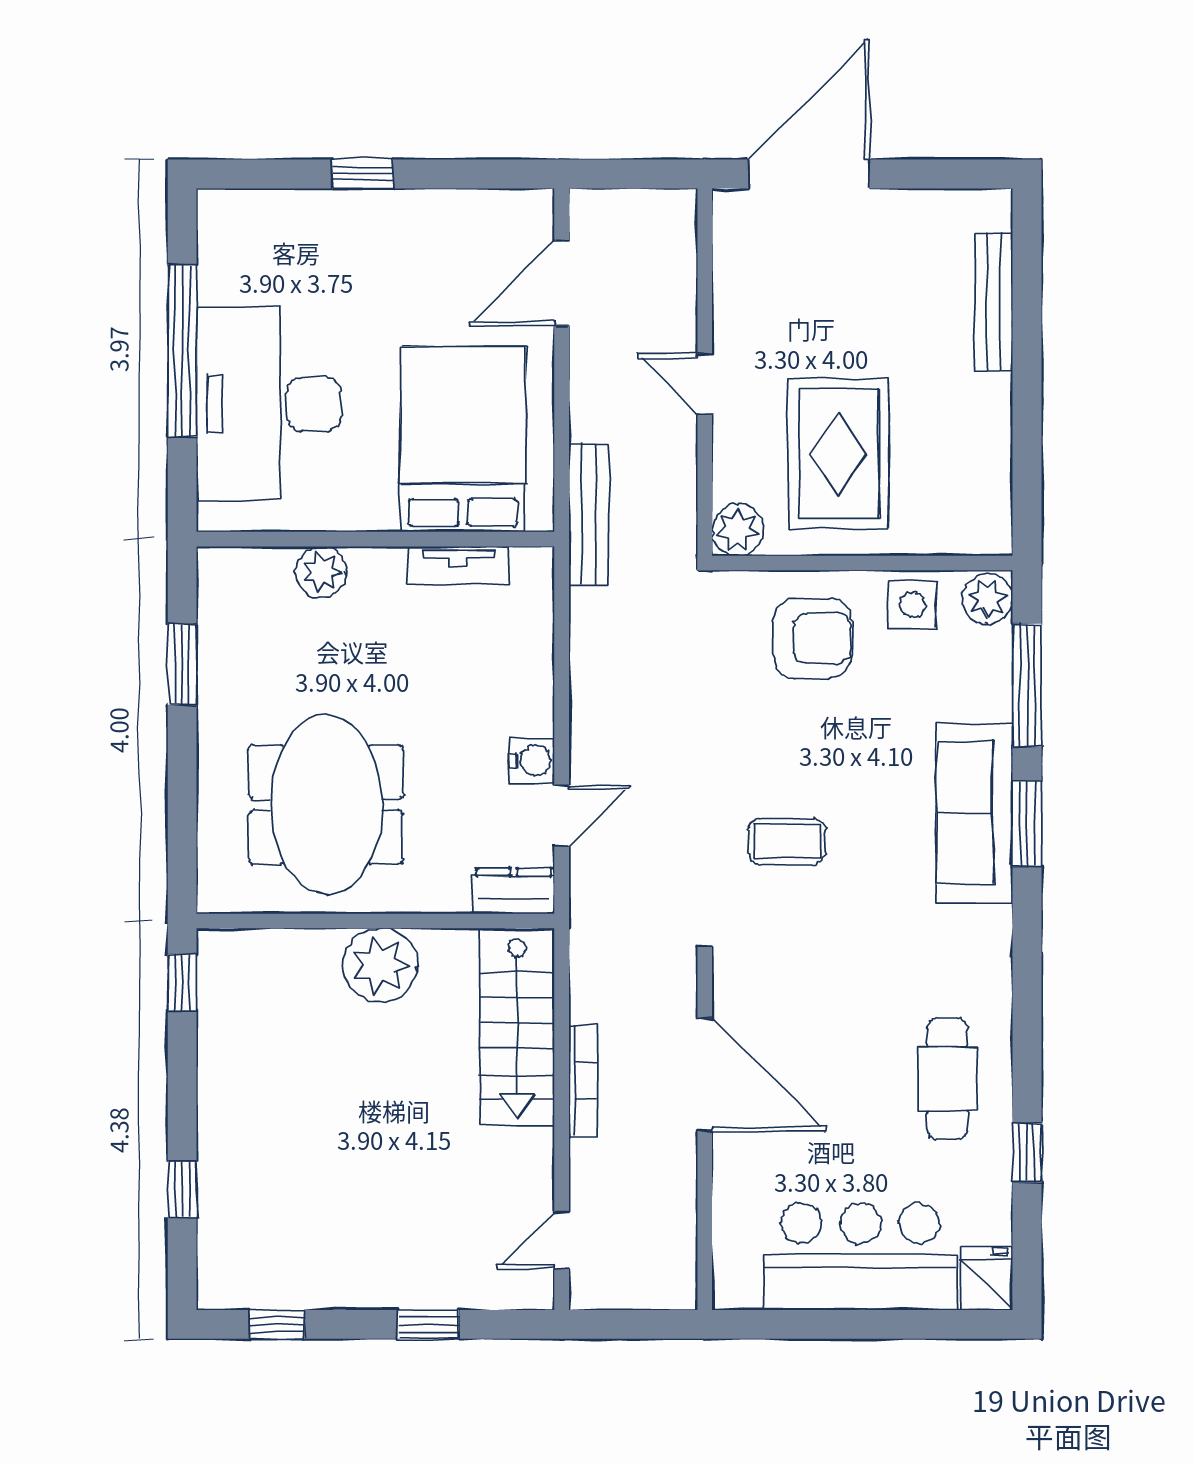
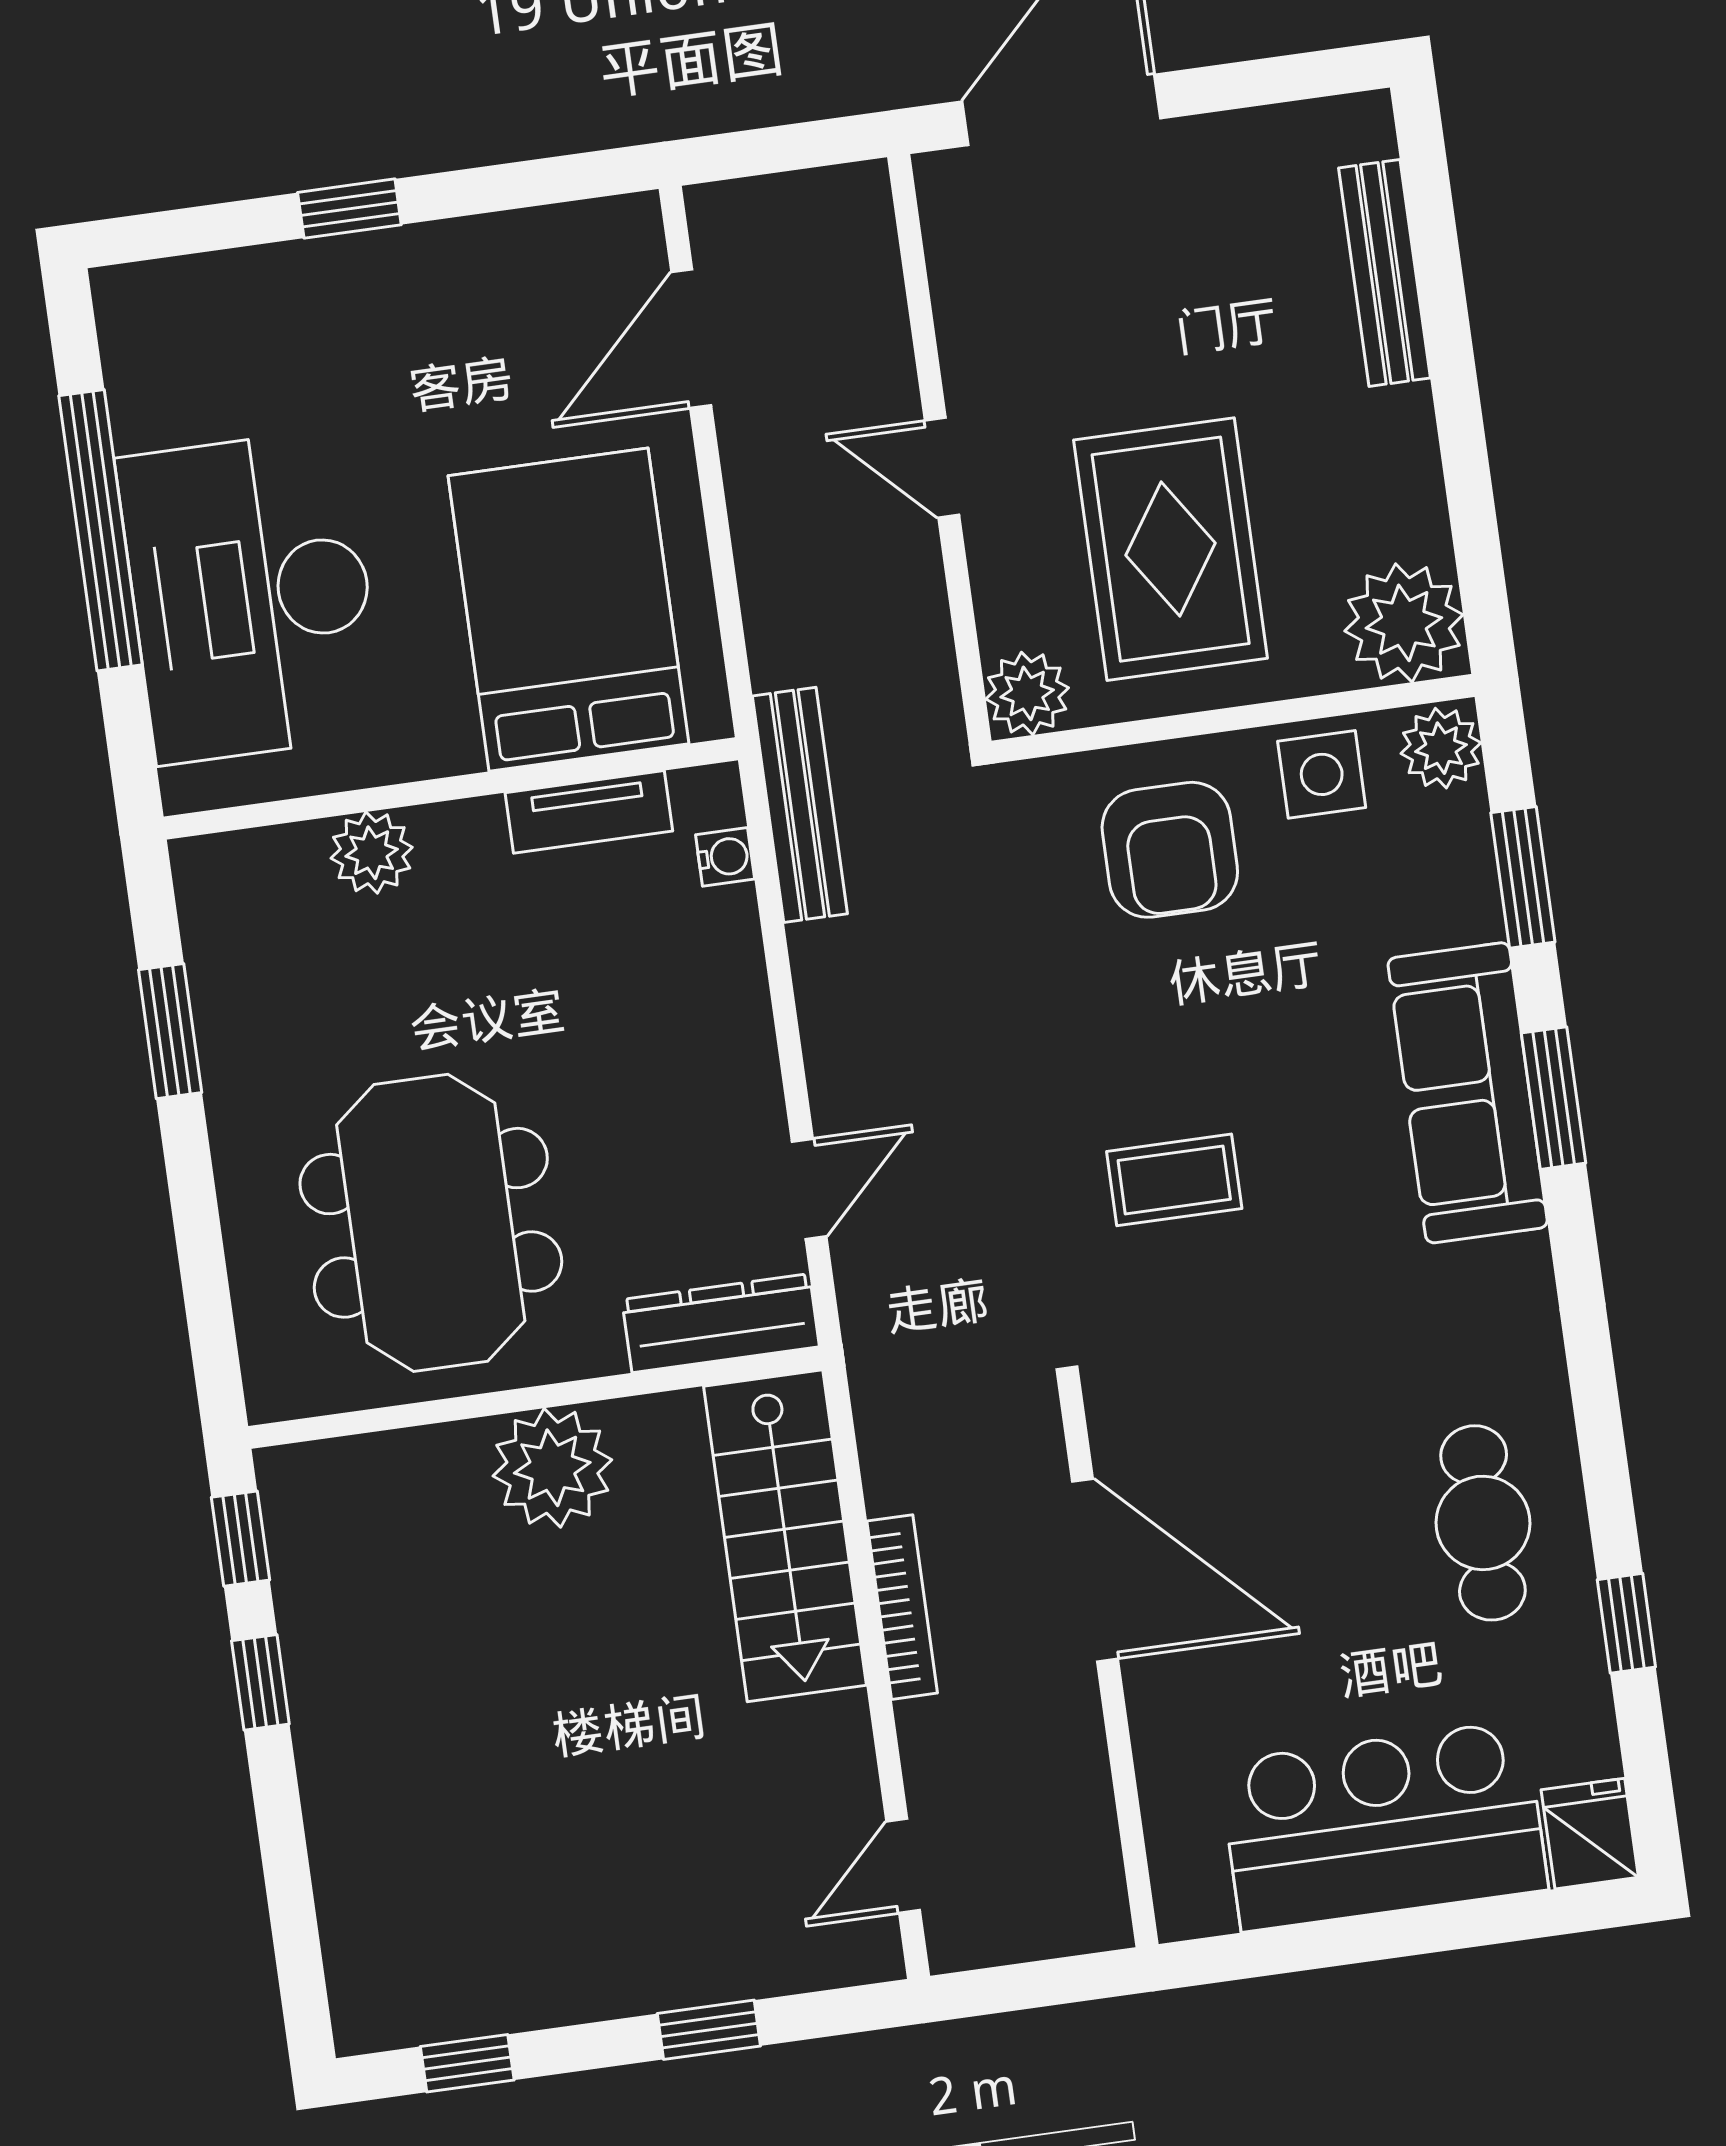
bench: (589, 514) -> (800, 805), moved
plant: (976, 519) -> (1404, 623), added
armchair: (812, 638) -> (1170, 850), turned 90
window: (1027, 685) -> (1523, 877), width x0.69
water cooler: (532, 761) -> (725, 857), moved, width x0.72, depth x0.72
dresser: (514, 891) -> (721, 1323), width x1.44
window: (182, 1189) -> (260, 1682), moved

